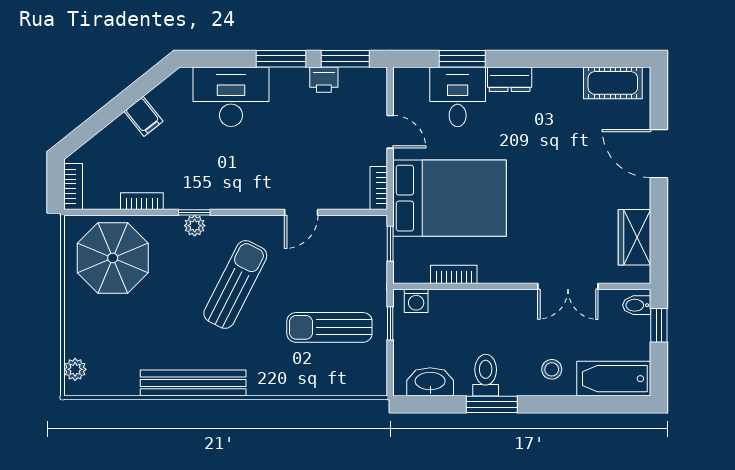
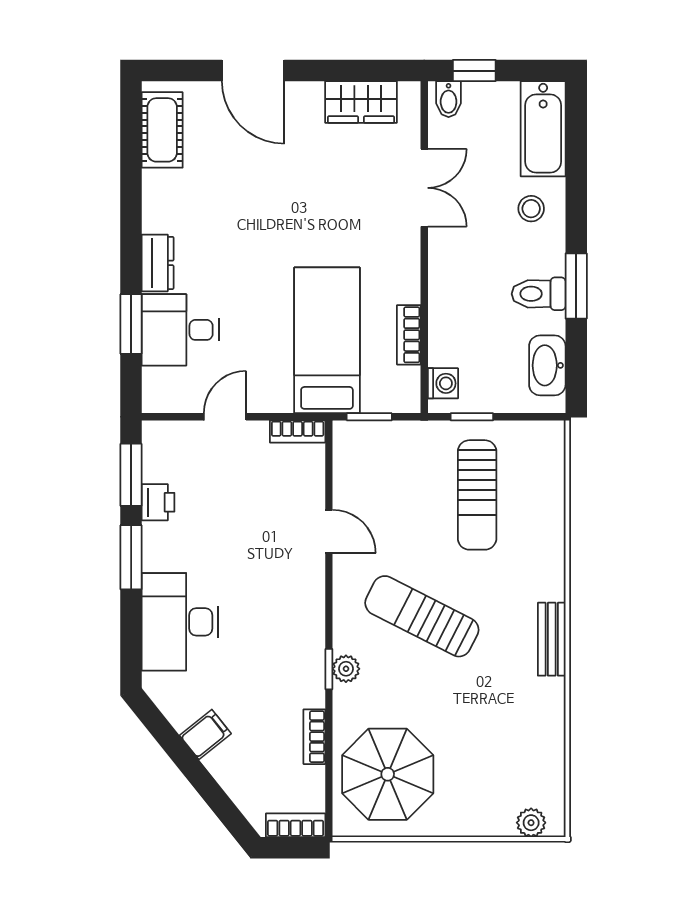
door: (659, 154) -> (253, 71), hinge flipped
bed: (450, 198) -> (327, 340), width x0.67
bench: (193, 383) -> (552, 639), width x0.54, depth x0.82

